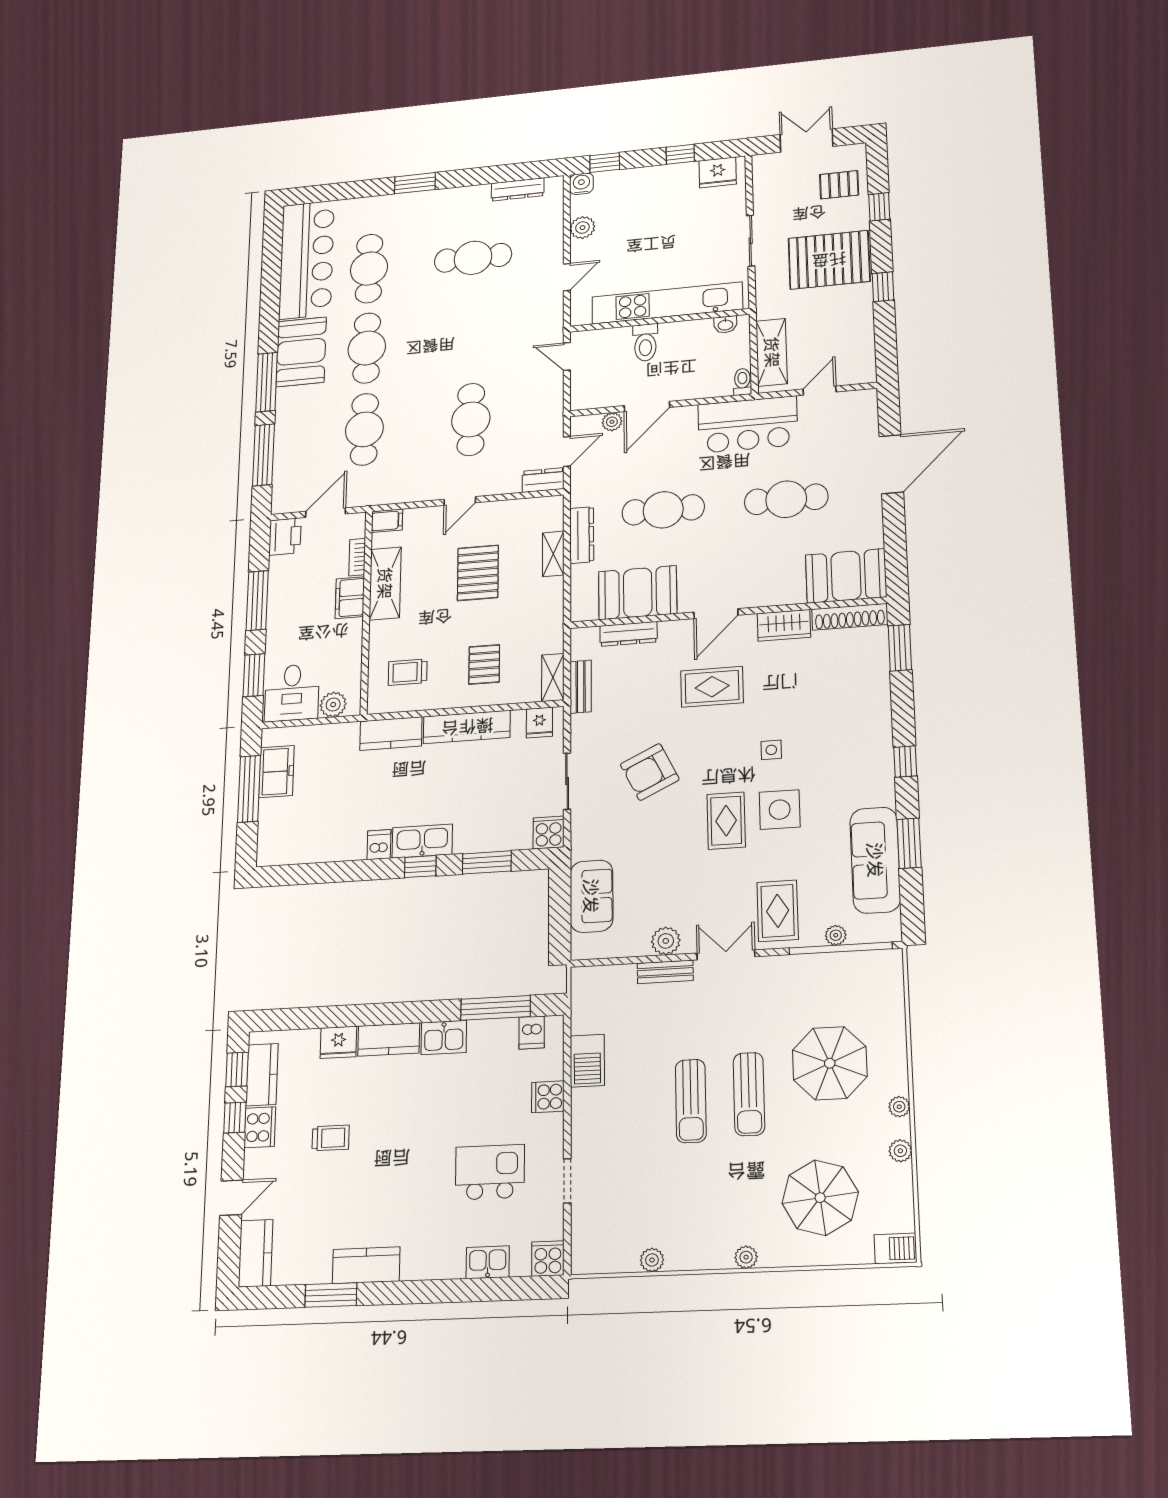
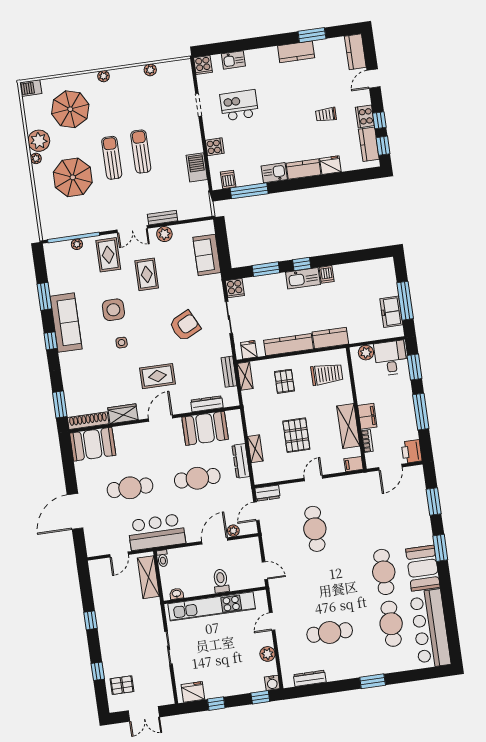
pallet: (829, 260) -> (122, 637), removed
window: (267, 382) -> (440, 548), width x0.69
cafe table: (364, 429) -> (376, 520), removed
window: (263, 455) -> (434, 501), width x0.69
trolley: (408, 672) -> (327, 374), width x1.36, depth x1.39
rug: (726, 821) -> (147, 274), moved
sofa: (875, 860) -> (66, 323), moved
plant: (900, 1151) -> (39, 141), width x1.88, depth x1.88
kitchen island: (490, 1172) -> (239, 105), turned 180

